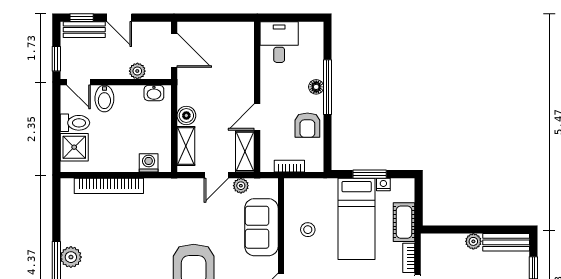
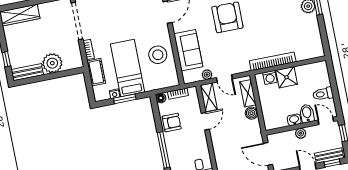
plant: (137, 71) -> (301, 133), moved
floor lamp: (316, 87) -> (161, 98), moved
washbasin: (154, 93) -> (294, 120), moved
armchair: (307, 125) -> (172, 123), turned 90
shower: (74, 147) -> (287, 77), moved
door: (216, 175) -> (224, 78), swing flipped
bookcase: (109, 186) -> (273, 61), moved
stool: (308, 230) -> (158, 55), width x1.89, depth x1.89
plant: (473, 241) -> (52, 63), width x1.88, depth x1.88

